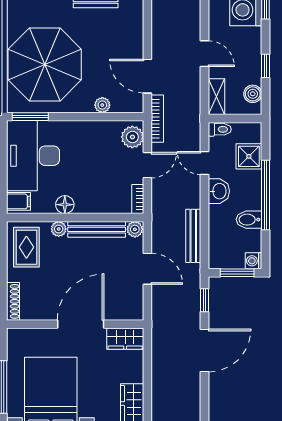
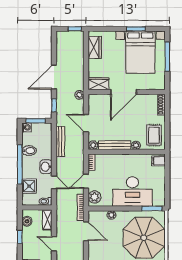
desk: (33, 156) -> (132, 191), moved, turned 90
floor lamp: (65, 205) -> (132, 159), removed
plant: (159, 319) -> (79, 95), added

